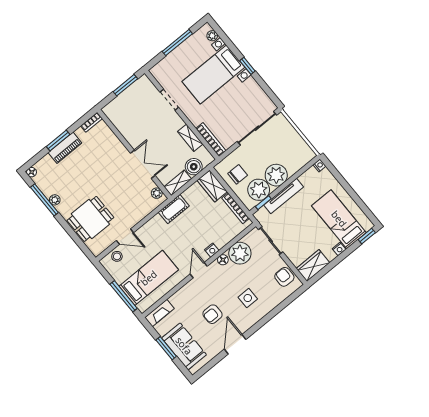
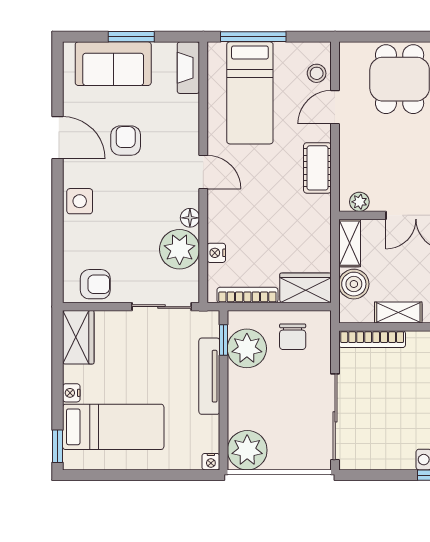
plant: (276, 175) -> (247, 450), moved
cot: (174, 209) -> (317, 168), moved
nightstand: (212, 250) -> (216, 253), moved
side table: (248, 298) -> (80, 201), moved

